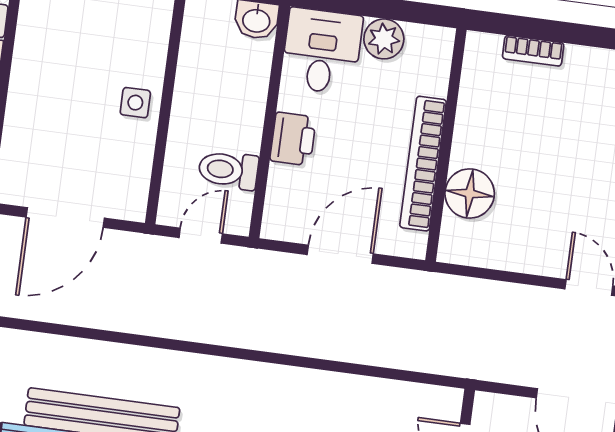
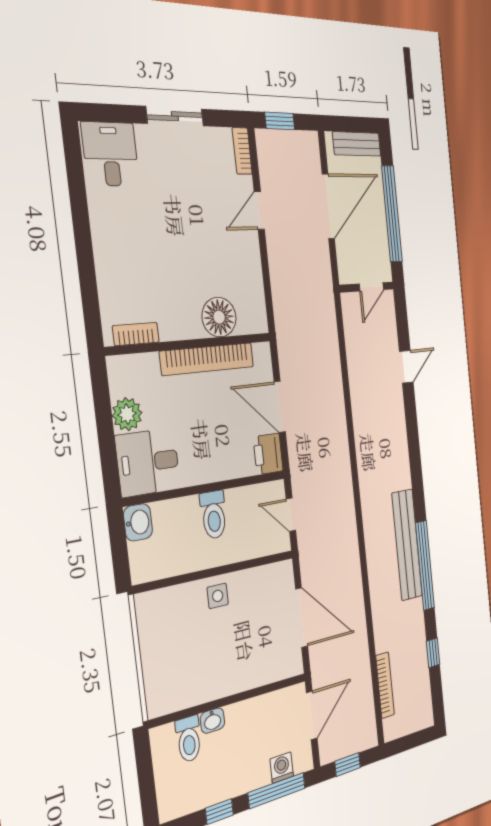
bookcase: (533, 51) -> (136, 334), moved, turned -90
printer: (293, 139) -> (268, 454), moved, turned -90
toilet: (228, 170) -> (214, 515), moved

